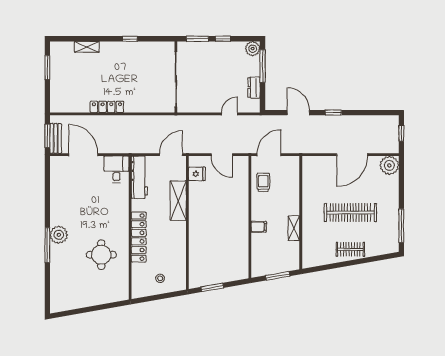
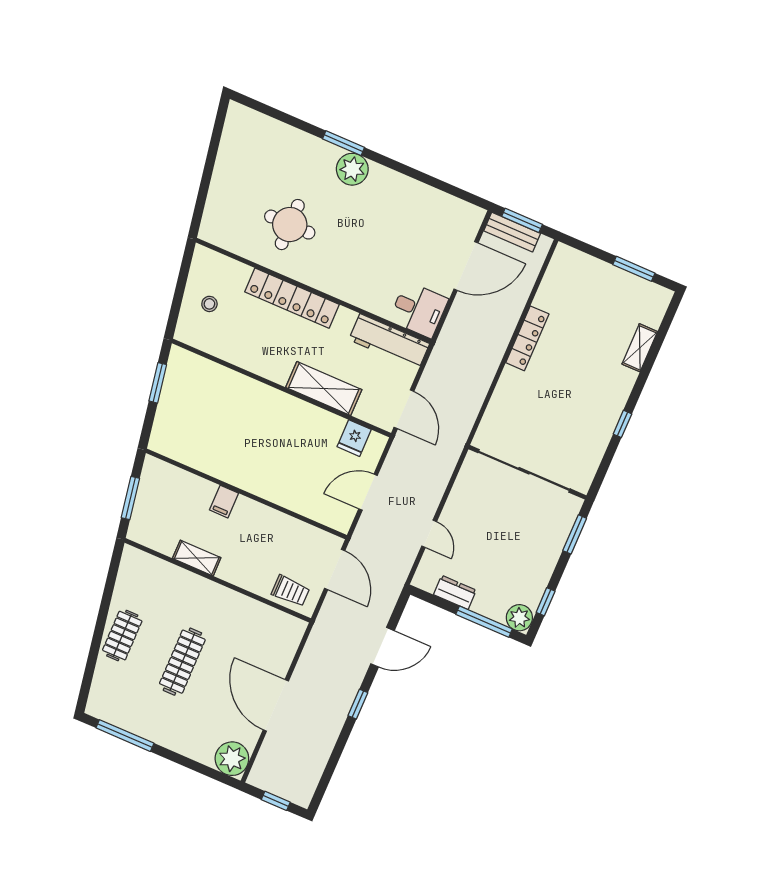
window: (223, 39) -> (546, 602), moved
trolley: (263, 182) -> (290, 591), moved
clothes rail: (350, 213) -> (182, 662), width x0.73, depth x0.76
window: (47, 245) -> (343, 143), width x0.69

